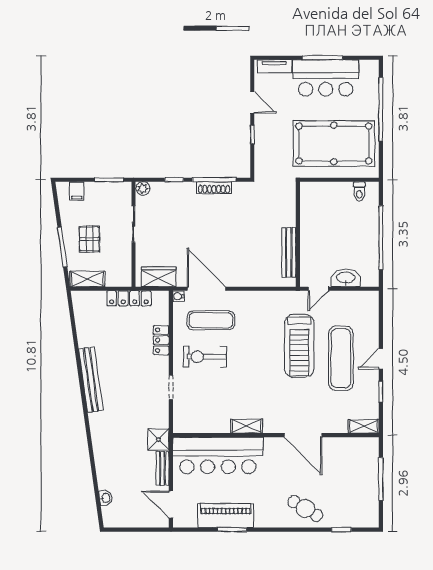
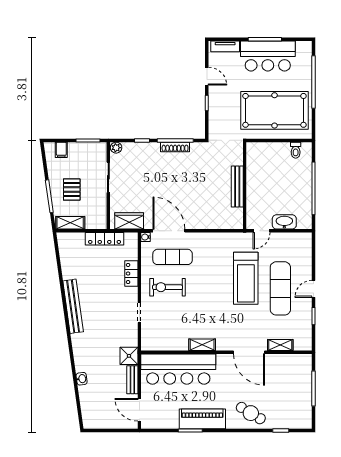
bench: (289, 253) -> (237, 187), moved
shelving: (364, 426) -> (280, 345), moved
washbasin: (106, 498) -> (82, 379), moved
piano: (226, 516) -> (202, 419), moved

